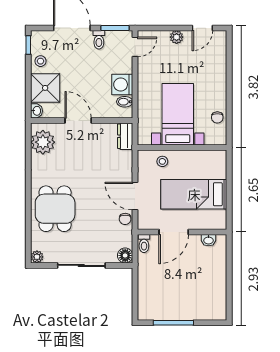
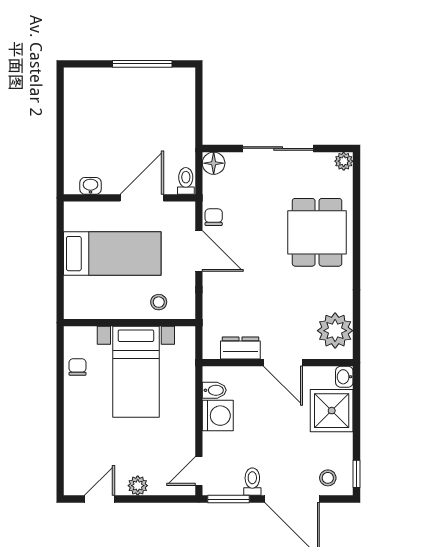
stool: (41, 61) -> (328, 478), moved
dresser: (125, 136) -> (240, 348), moved, turned -90

